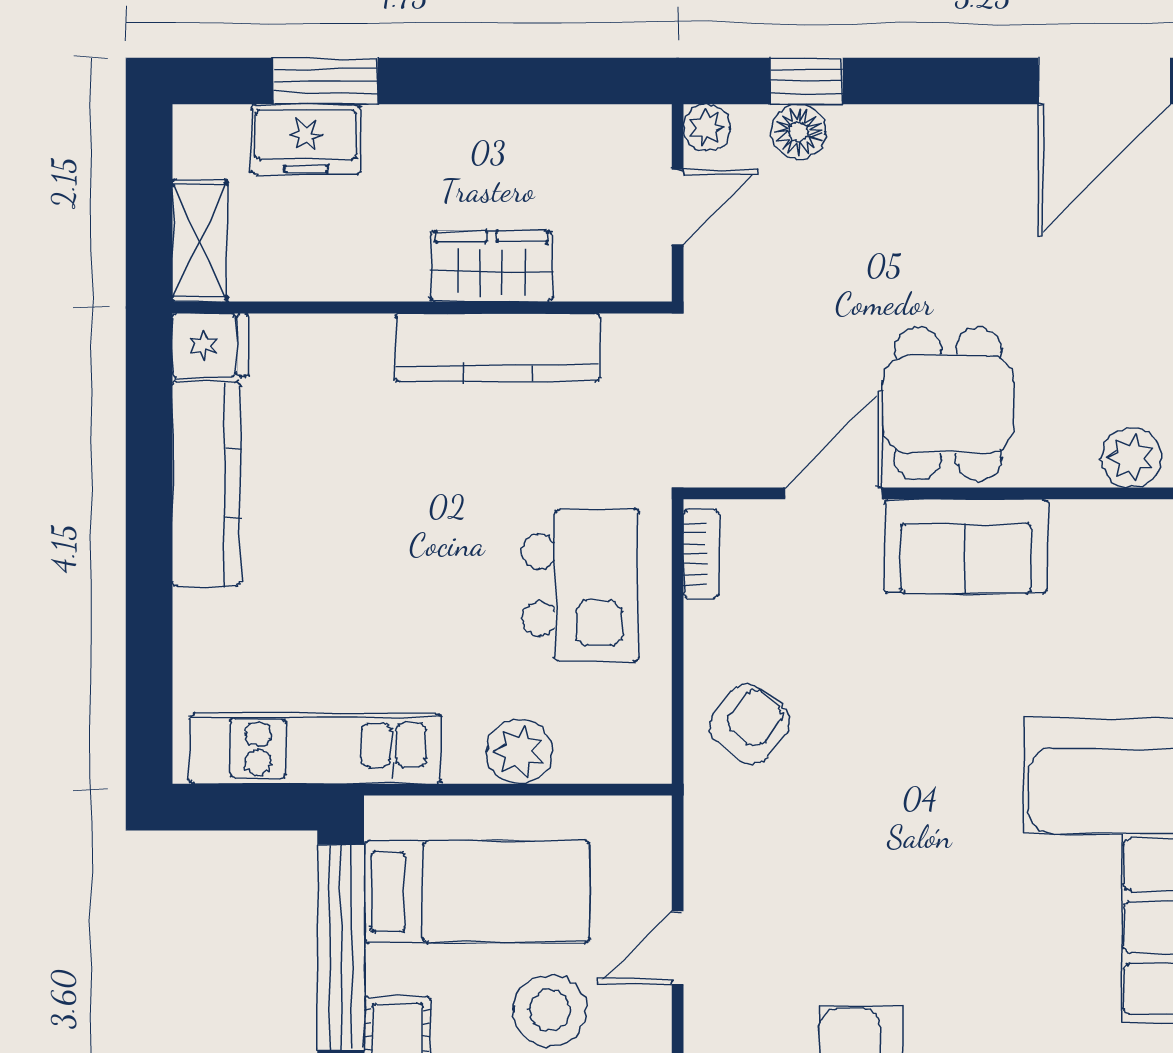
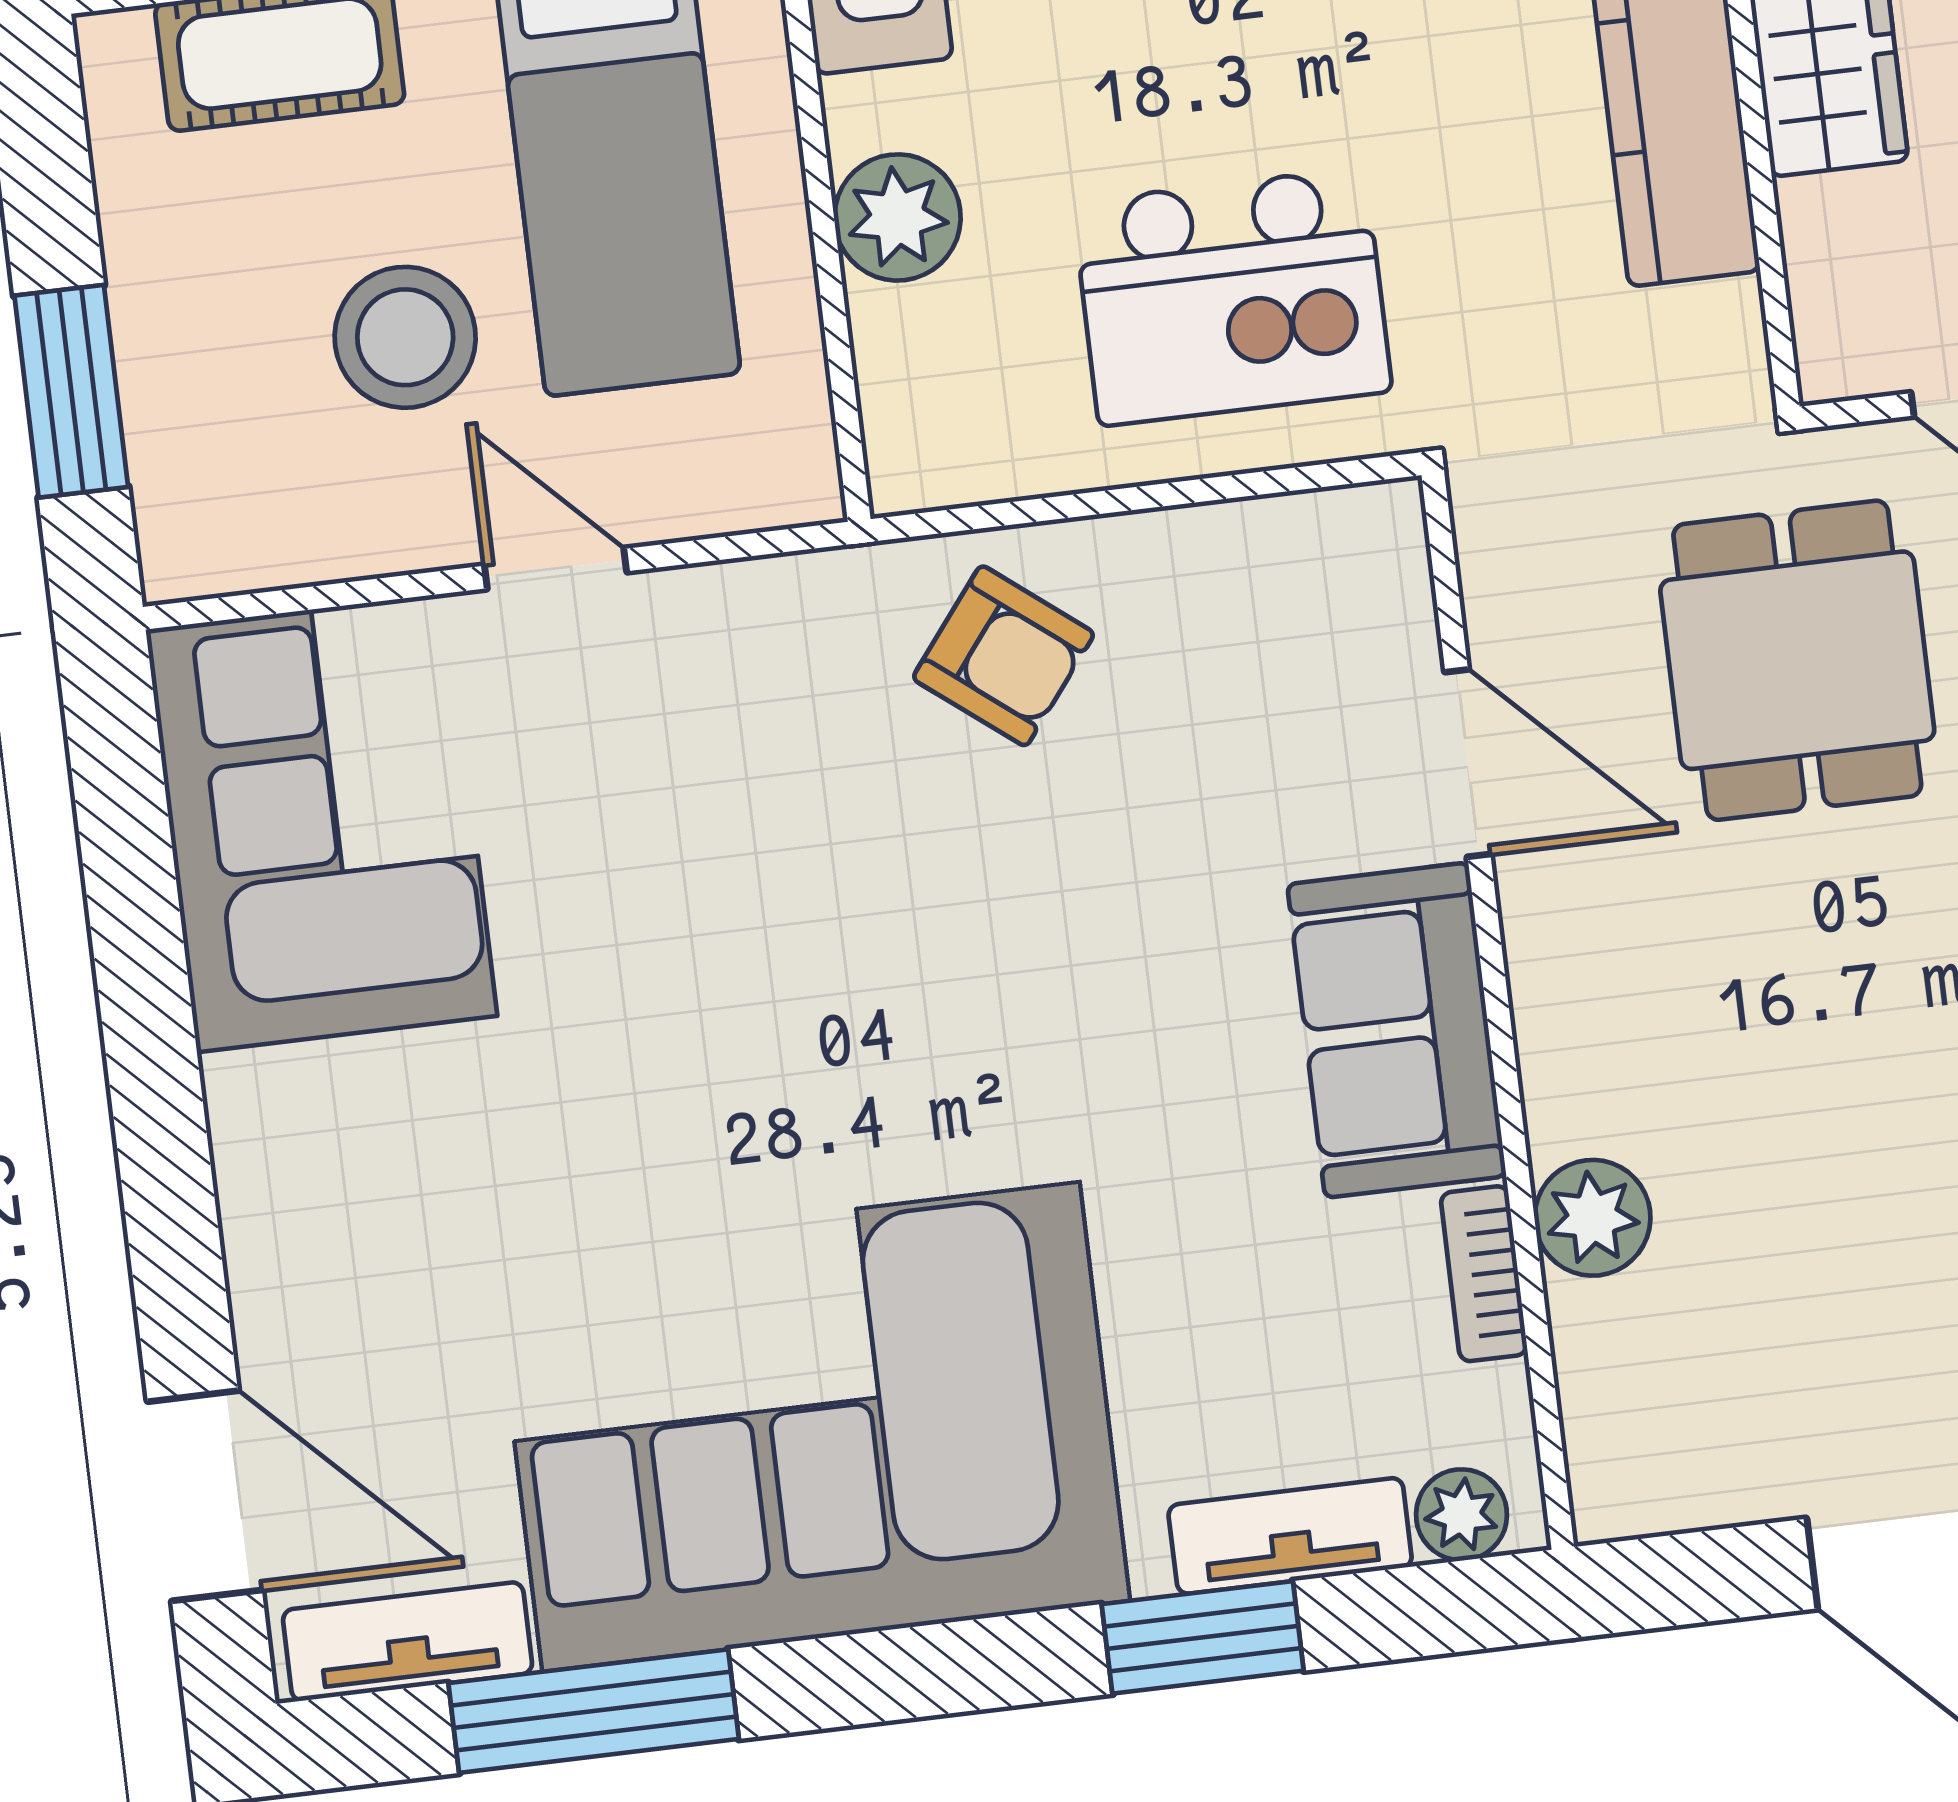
dining table: (948, 404) -> (1797, 660), moved, turned 90
plant: (1131, 458) -> (1593, 1218), moved
bookcase: (701, 554) -> (1484, 1274), moved, turned 90

